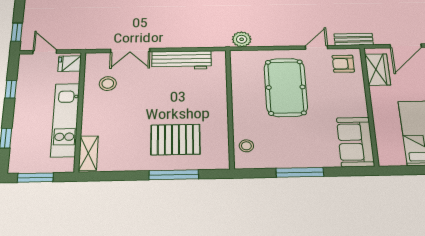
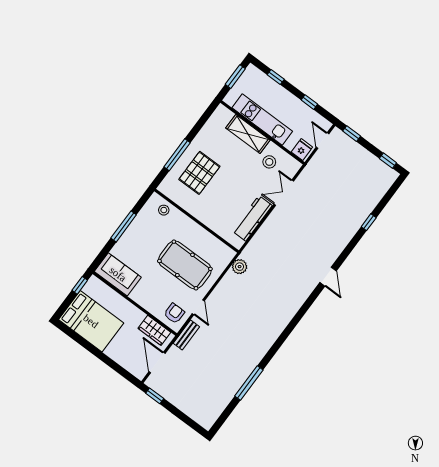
door: (45, 52) -> (323, 141), swing flipped
shelving: (88, 153) -> (248, 134), moved, width x1.50, depth x1.33
window: (403, 170) -> (80, 285), added

